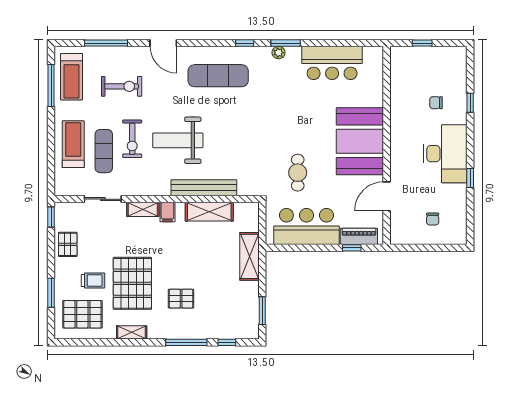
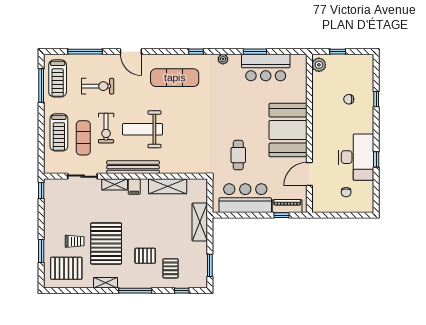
window: (286, 43) -> (255, 52), moved
plant: (399, 60) -> (319, 65), added
treadmill: (73, 144) -> (59, 132), turned 180
desk: (445, 154) -> (356, 157), moved
bench: (204, 188) -> (133, 167), moved
pallet: (68, 244) -> (171, 268), moved
window: (186, 342) -> (135, 291), moved

